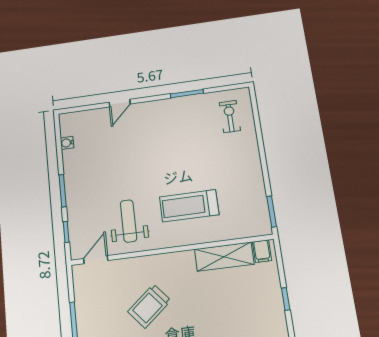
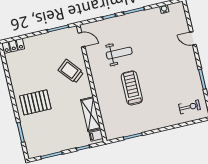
wall: (171, 250) -> (92, 83), moved
filing cabinet: (262, 251) -> (96, 135), moved
shelving: (224, 257) -> (91, 114), moved
door: (96, 260) -> (81, 40), moved

